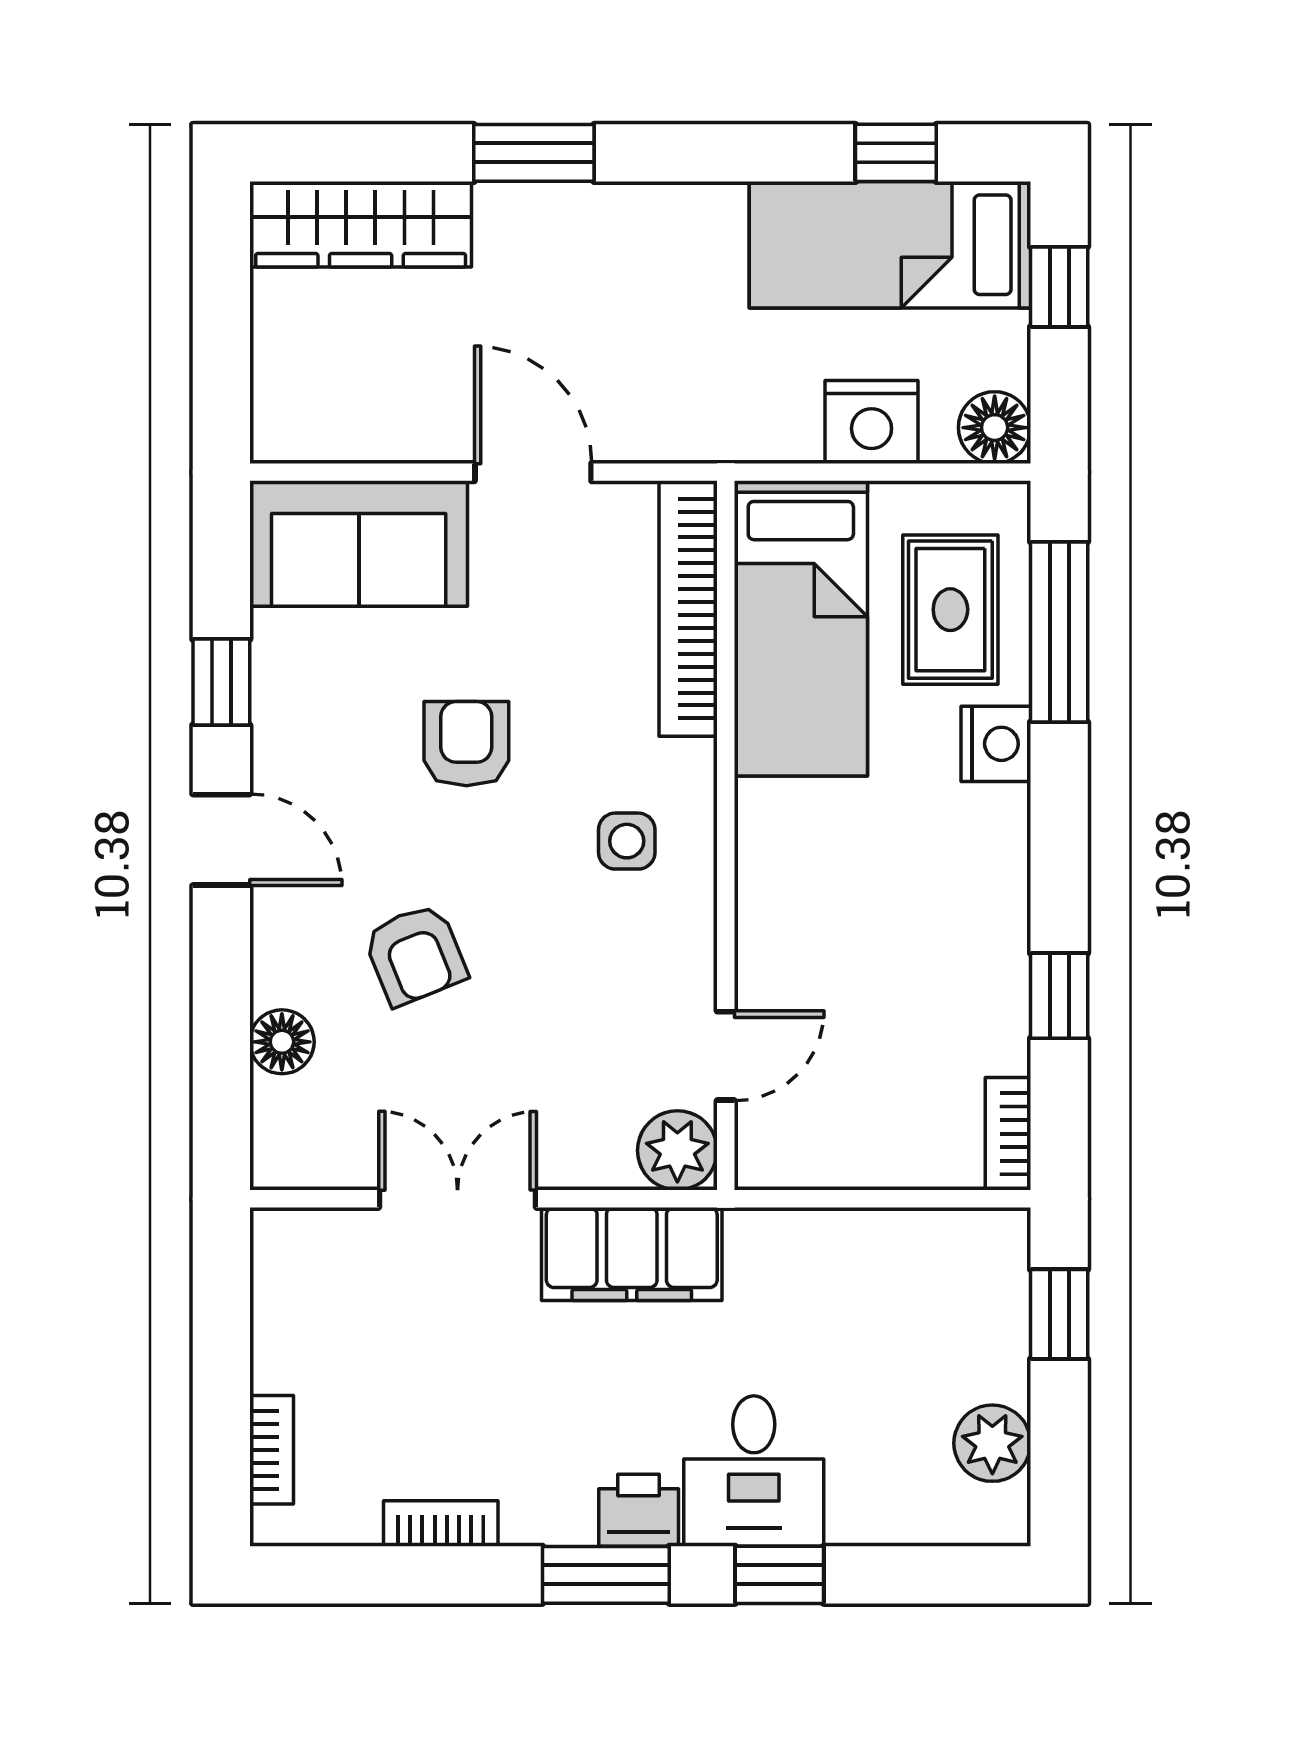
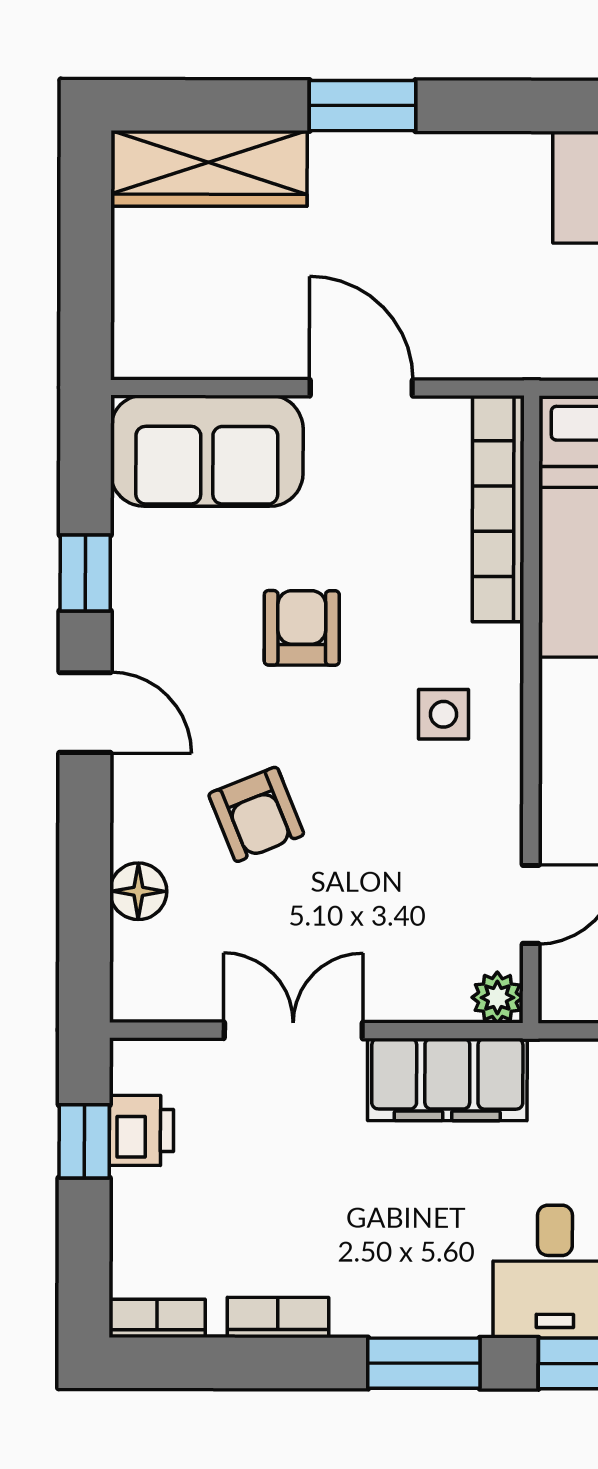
plant: (677, 1150) -> (497, 998), width x0.73, depth x0.73
window: (221, 1325) -> (84, 1141), added
bookcase: (272, 1450) -> (157, 1318), moved, turned -90
printer: (639, 1510) -> (141, 1130), moved, turned 90

